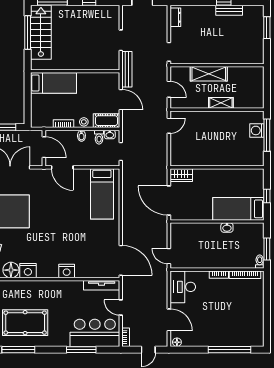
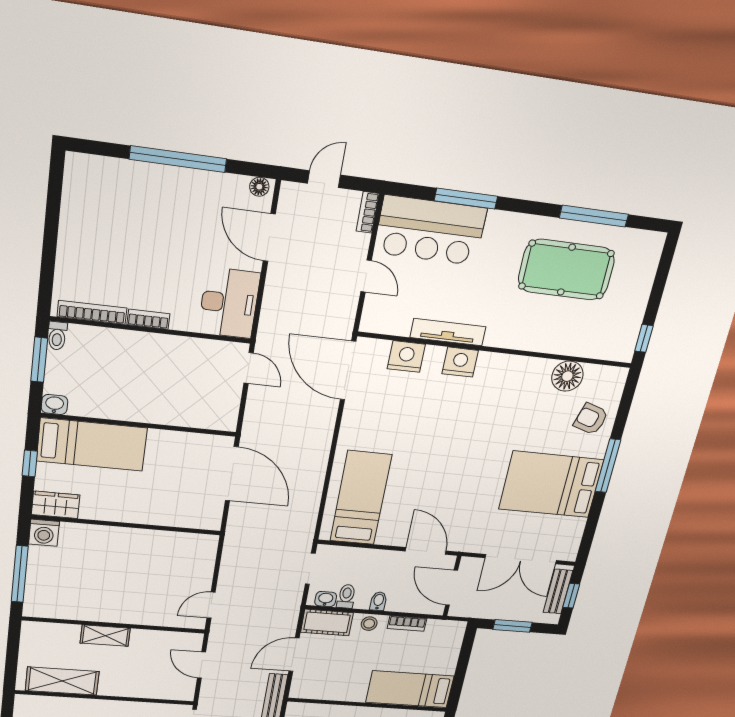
shelving: (209, 74) -> (62, 681), moved
door: (121, 100) -> (294, 655), hinge flipped
washing machine: (257, 130) -> (44, 533), moved, turned 90
wardrobe: (181, 175) -> (56, 505), moved
washbasin: (227, 228) -> (54, 404), moved
nightstand: (28, 271) -> (406, 357), moved
tv unit: (102, 285) -> (448, 332), moved
window: (230, 350) -> (178, 159), moved

